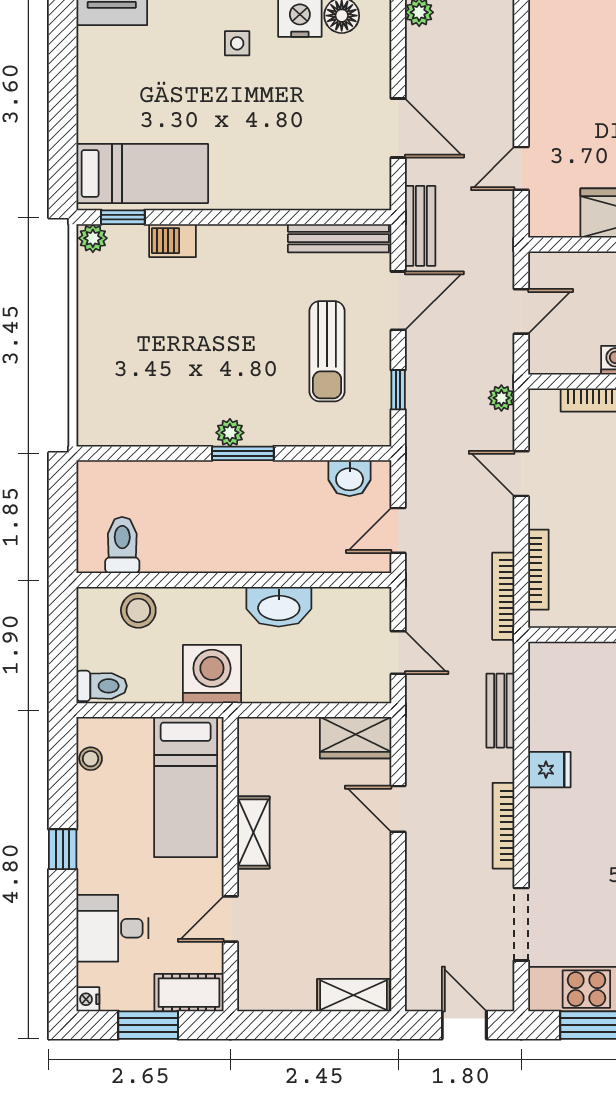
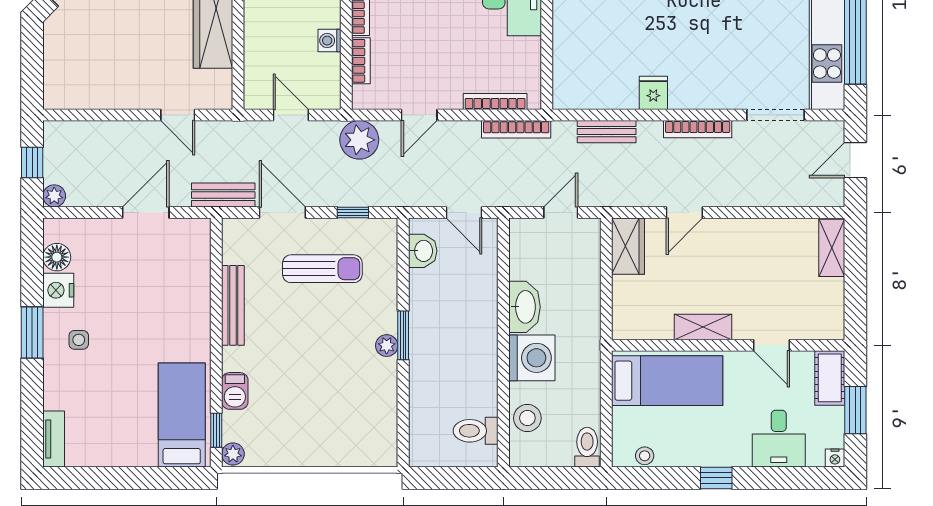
bench: (338, 238) -> (233, 305), moved
plant: (501, 398) -> (359, 140), width x1.88, depth x1.88
washing machine: (212, 674) -> (532, 358), moved, turned 180

